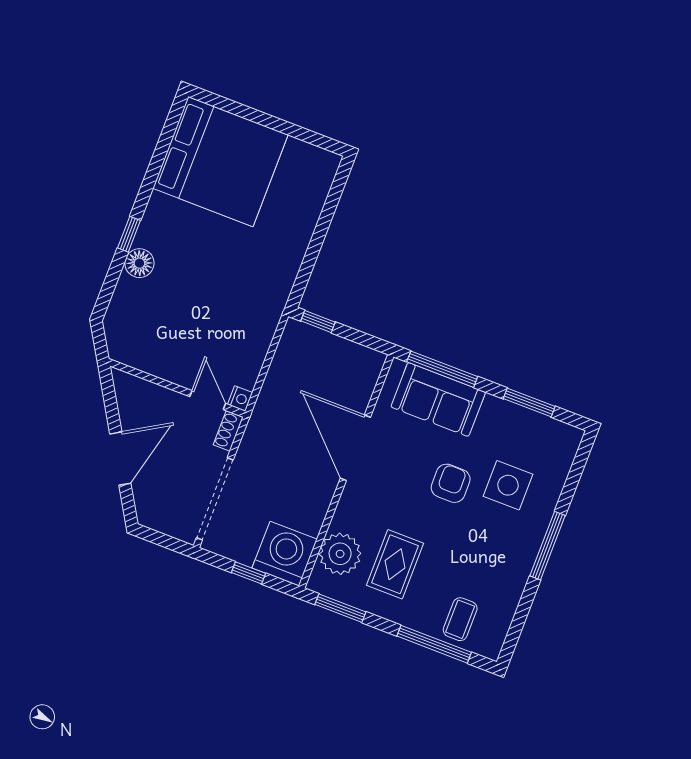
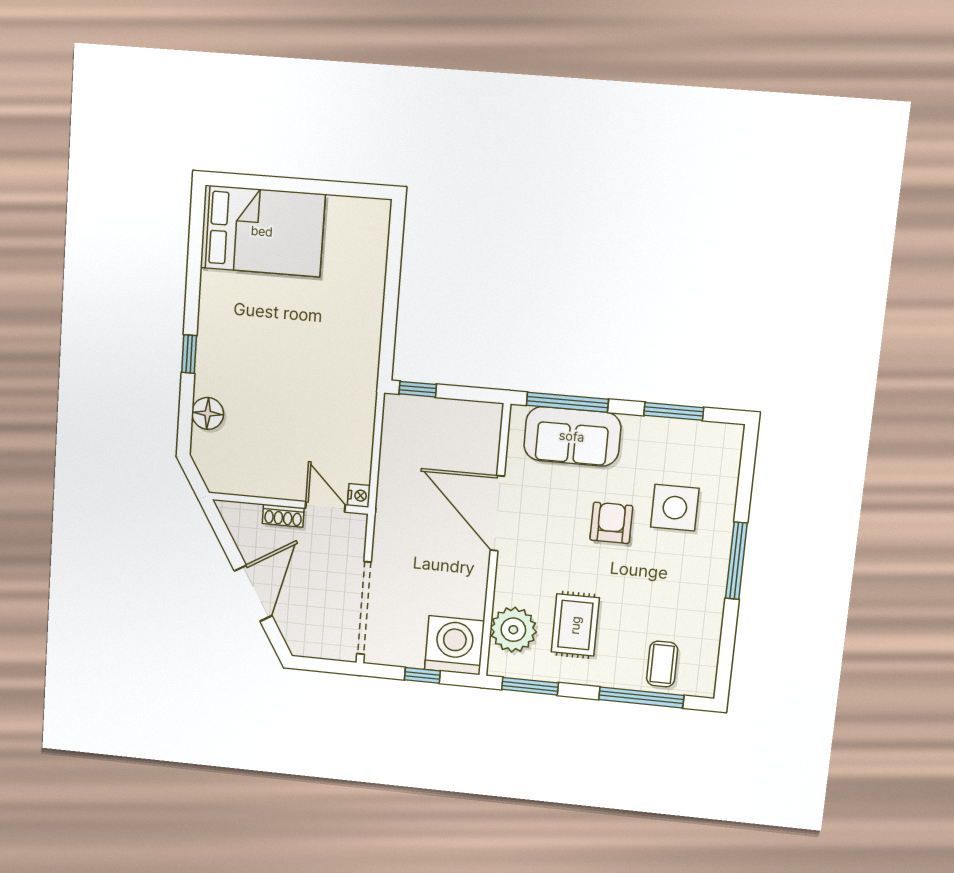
bed: (220, 162) -> (262, 231), width x0.73
floor lamp: (139, 263) -> (208, 413), moved
shoe rack: (228, 431) -> (283, 516), moved, turned -90

